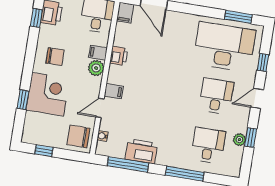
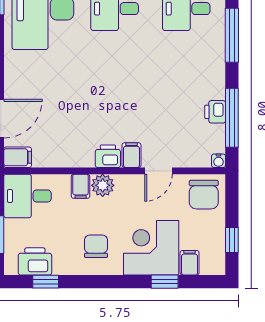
printer: (119, 56) -> (108, 156), moved
door: (100, 108) -> (158, 171), hinge flipped
filing cabinet: (33, 119) -> (190, 263), added
water cooler: (102, 136) -> (219, 161), moved
printer: (141, 151) -> (215, 112), width x0.53, depth x0.68

